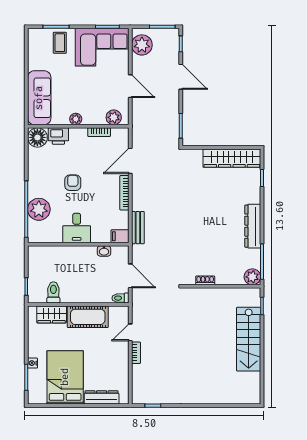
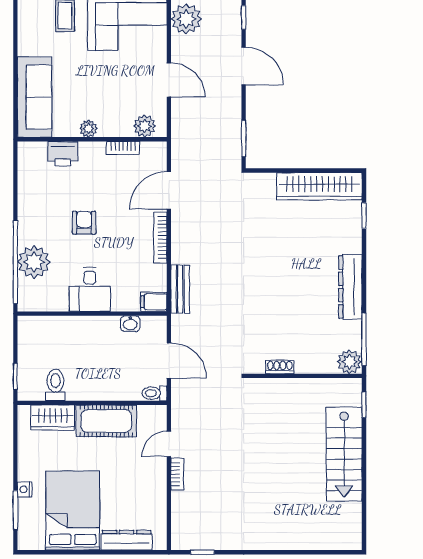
floor lamp: (37, 137) -> (32, 156), removed

